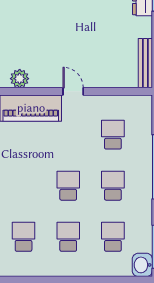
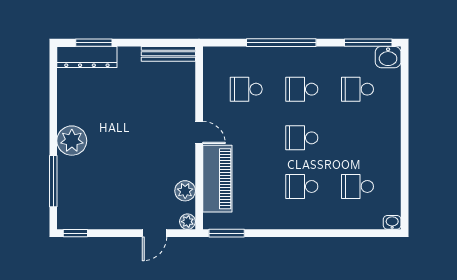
door: (73, 91) -> (199, 132), swing flipped
school desk: (68, 237) -> (302, 186), moved

